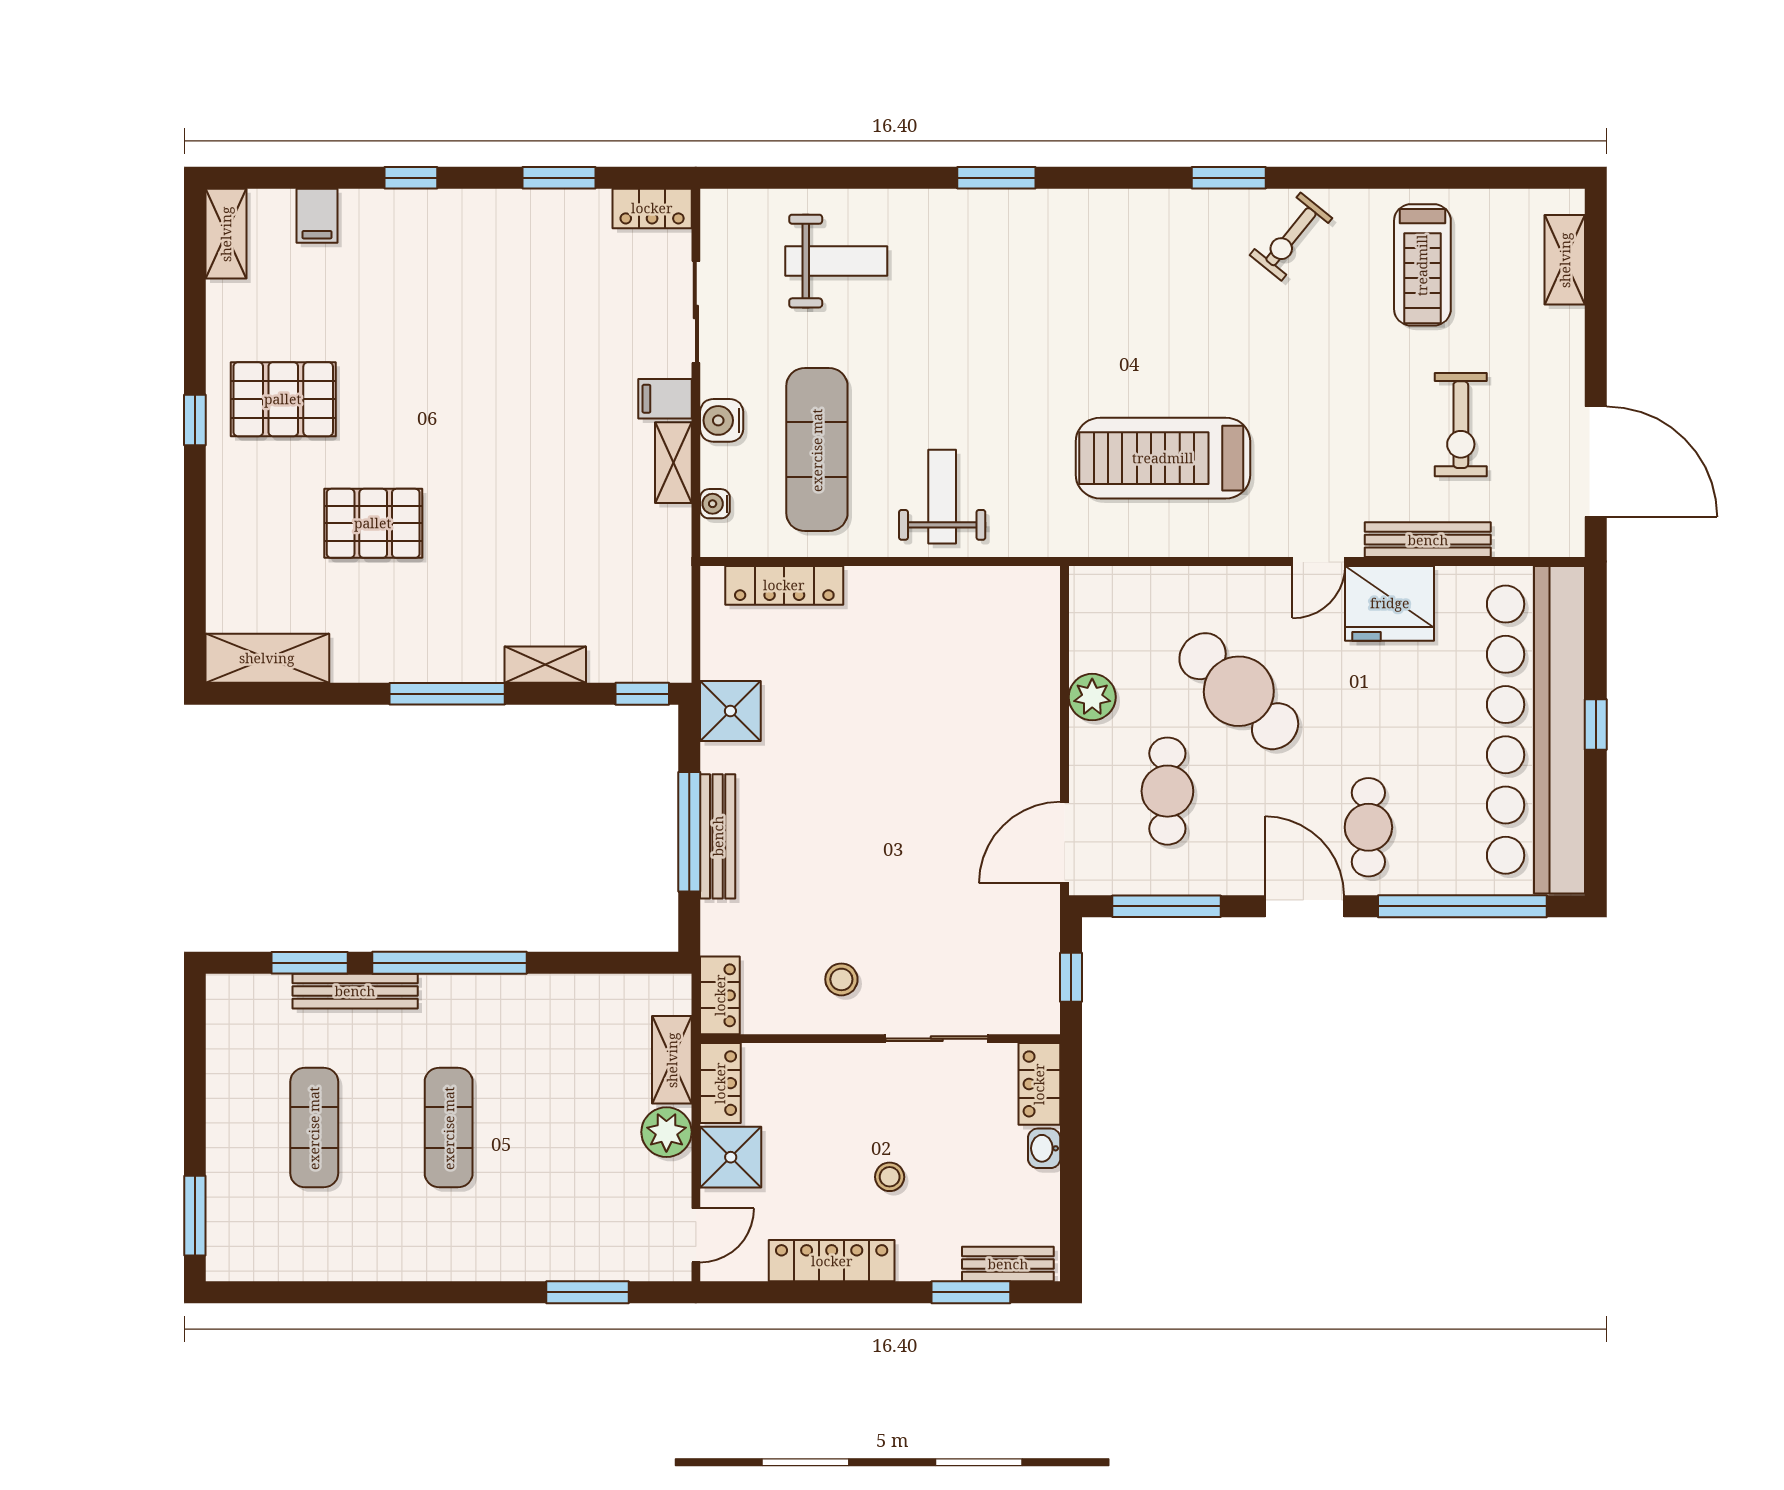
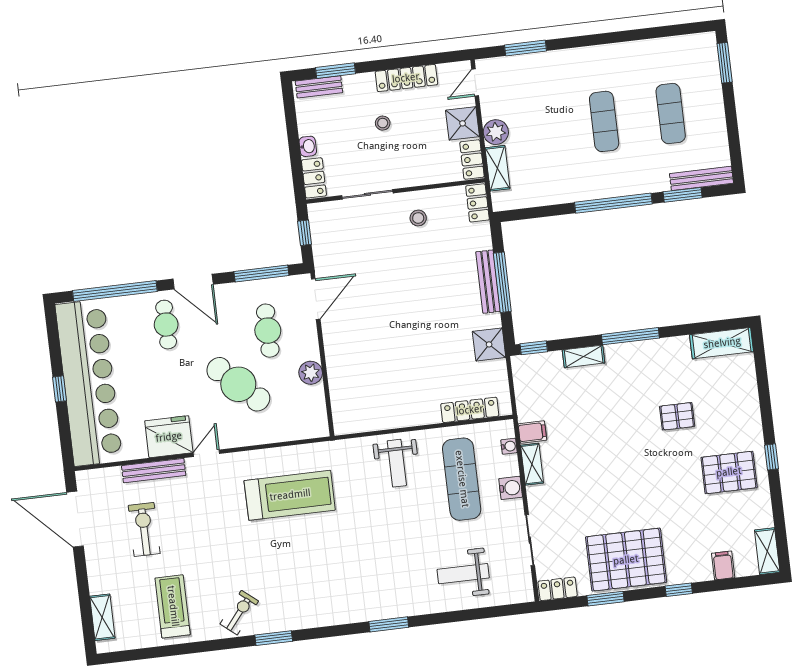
pallet: (509, 250) -> (626, 560), added
filing cabinet: (665, 399) -> (532, 432), moved
pallet: (373, 523) -> (677, 416), width x0.67, depth x0.71
bench: (355, 991) -> (701, 178), moved

